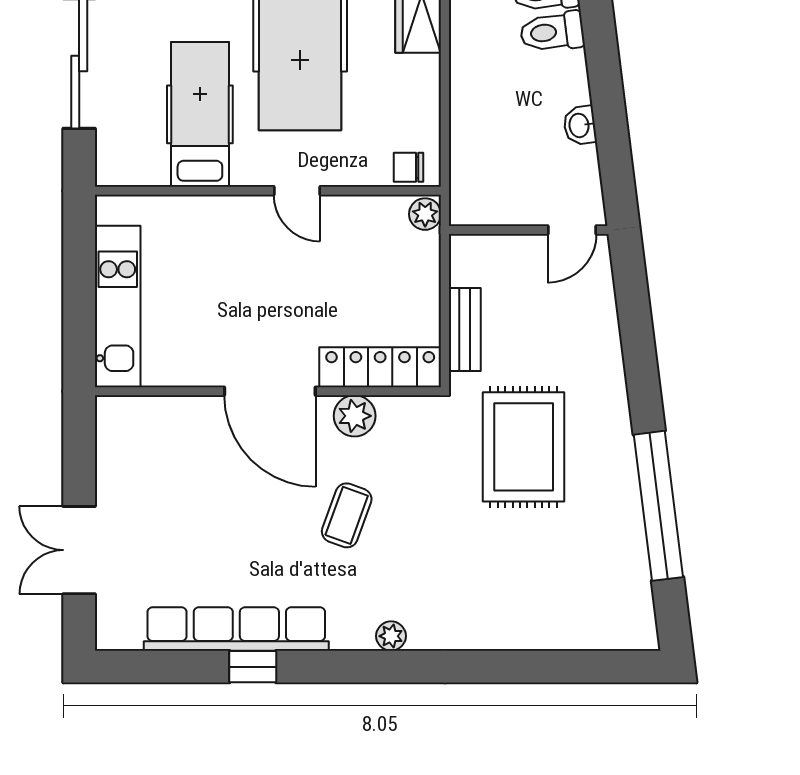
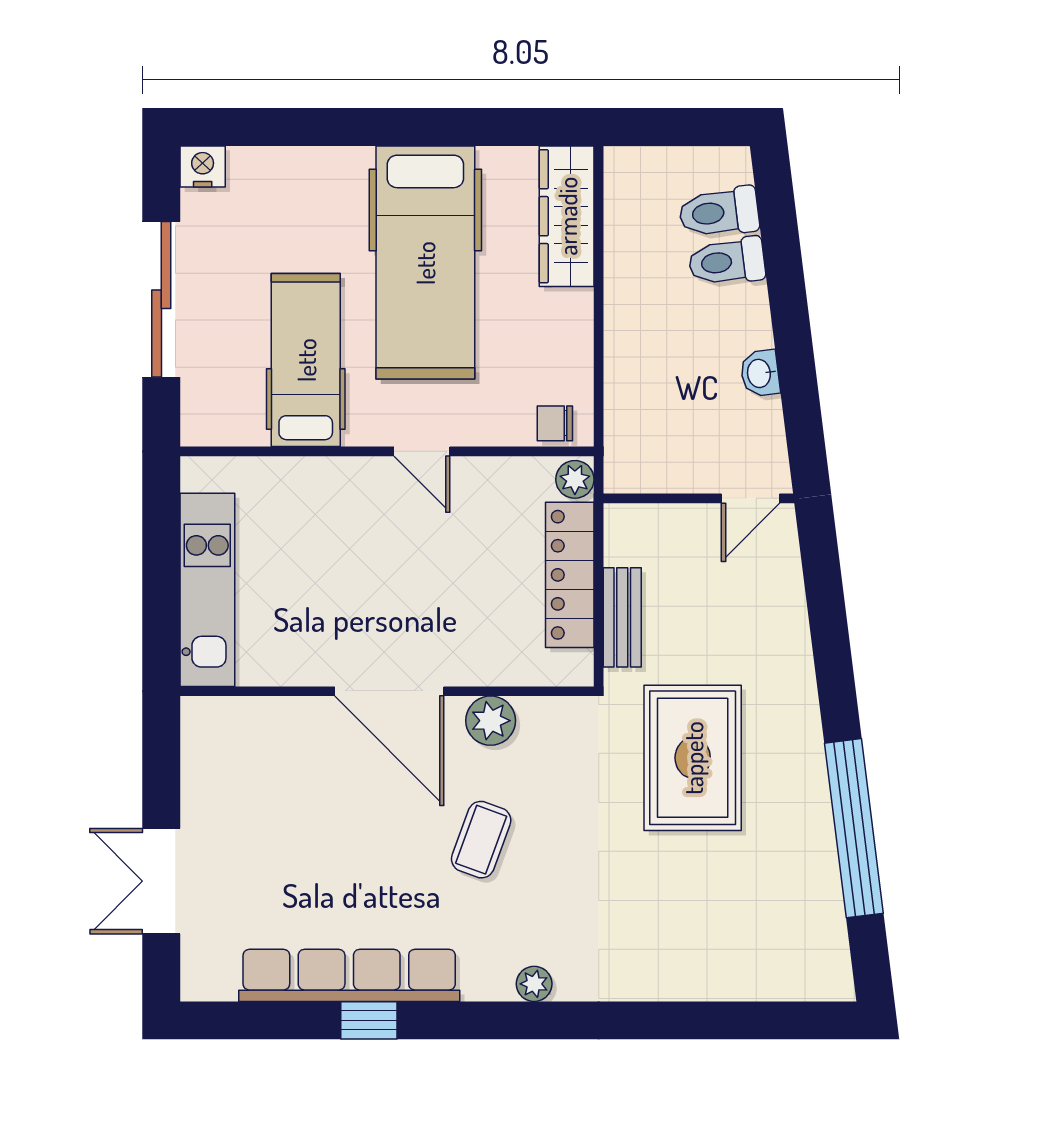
locker: (380, 367) -> (570, 575), moved, turned -90

